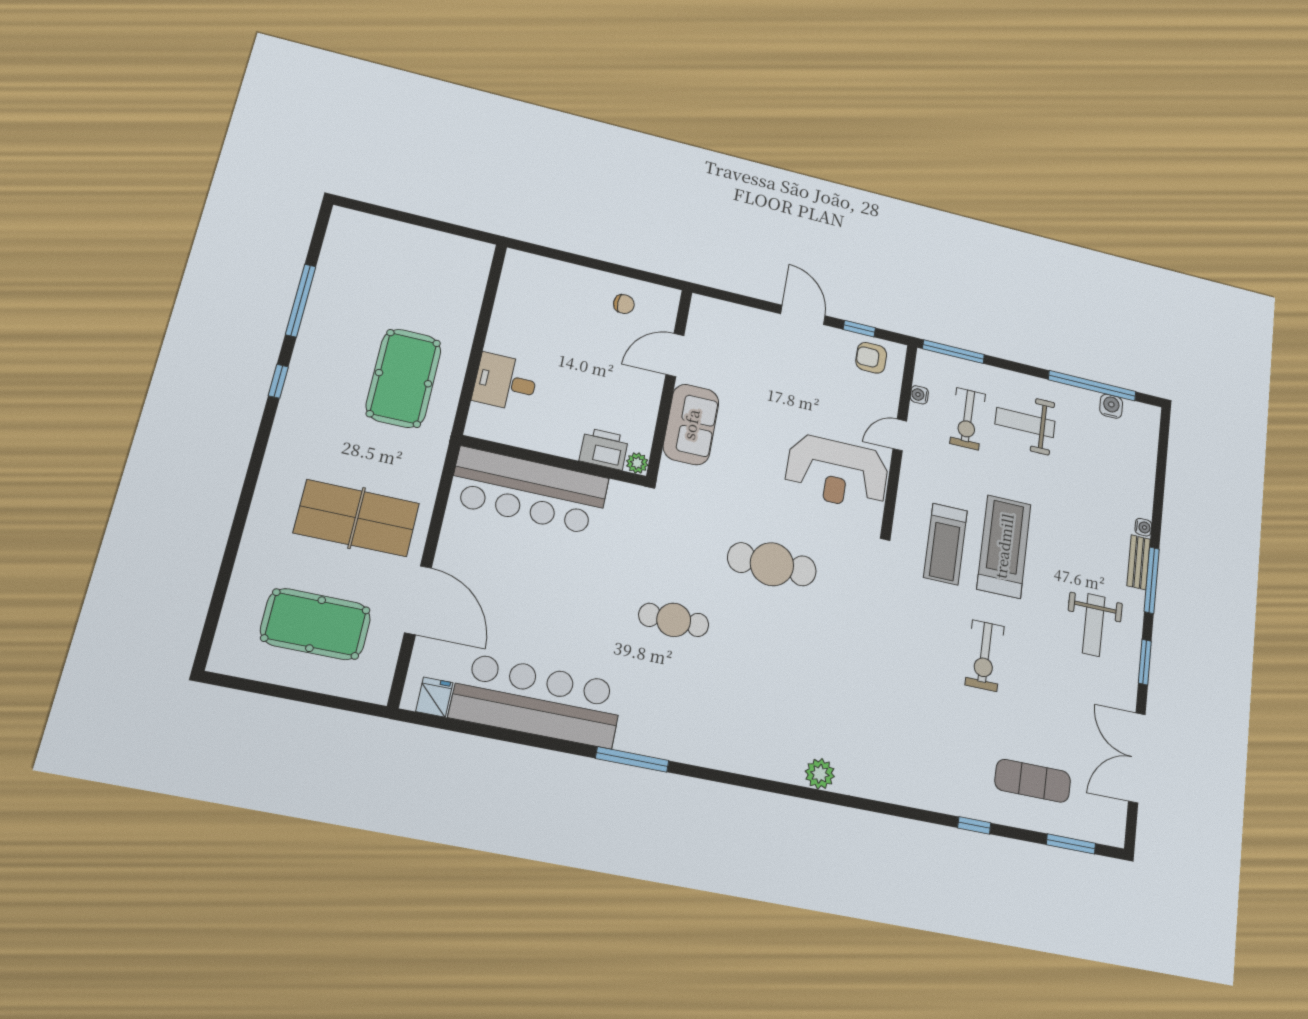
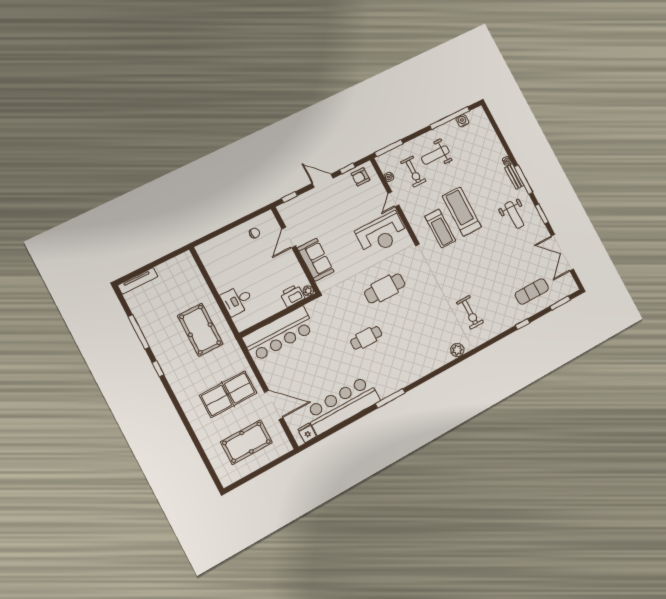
tv unit: (371, 225) -> (138, 281), added
window: (728, 296) -> (289, 197), added
exercise bike: (985, 656) -> (470, 312), moved

